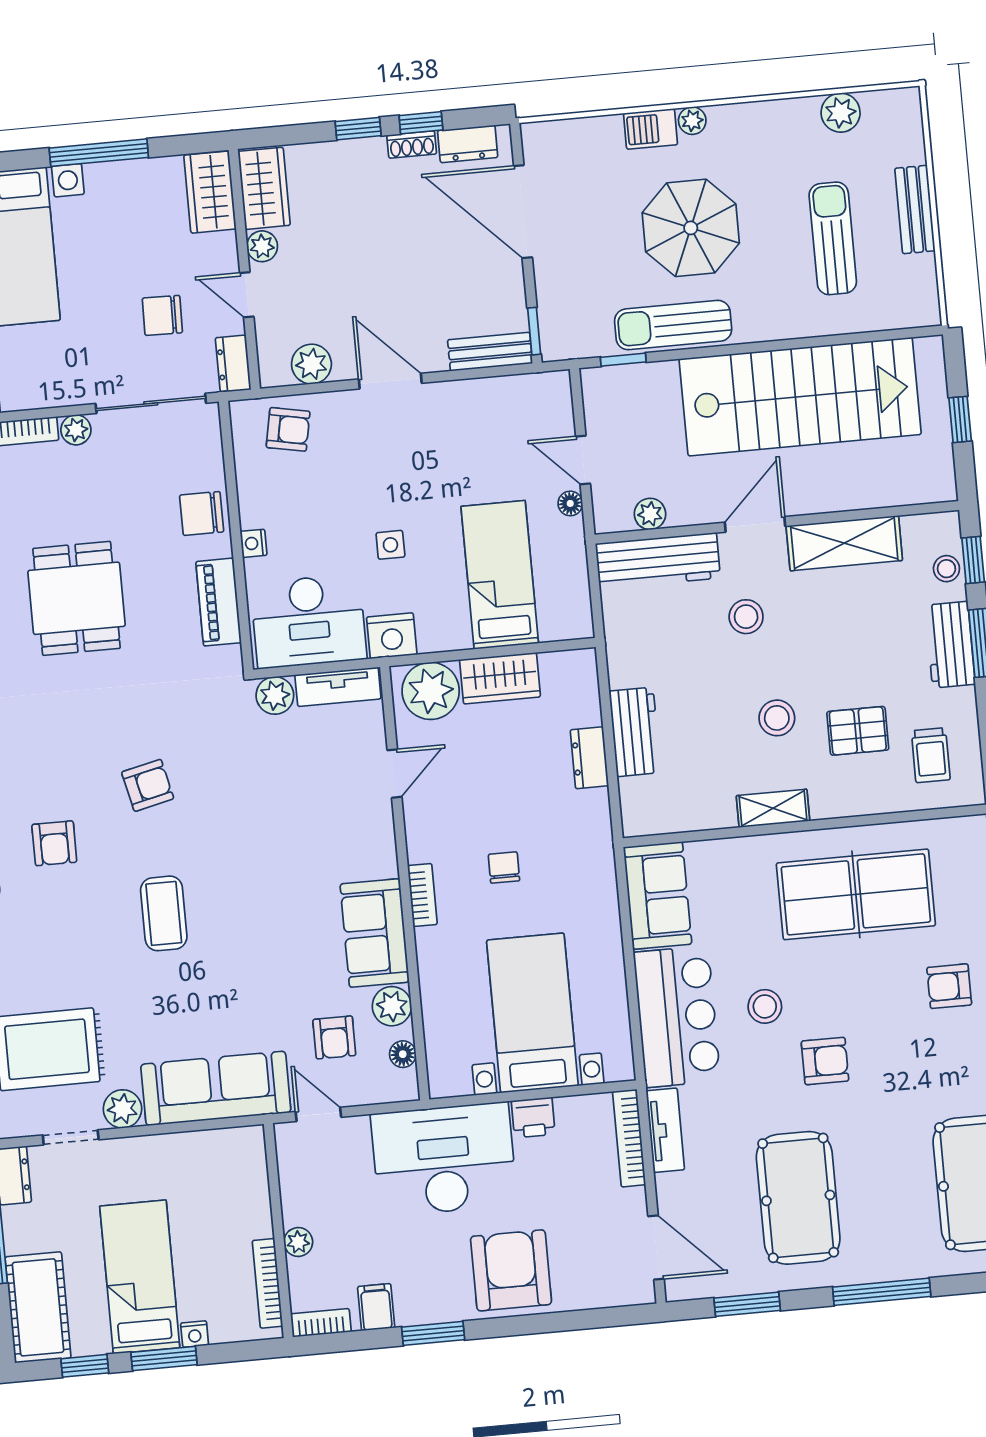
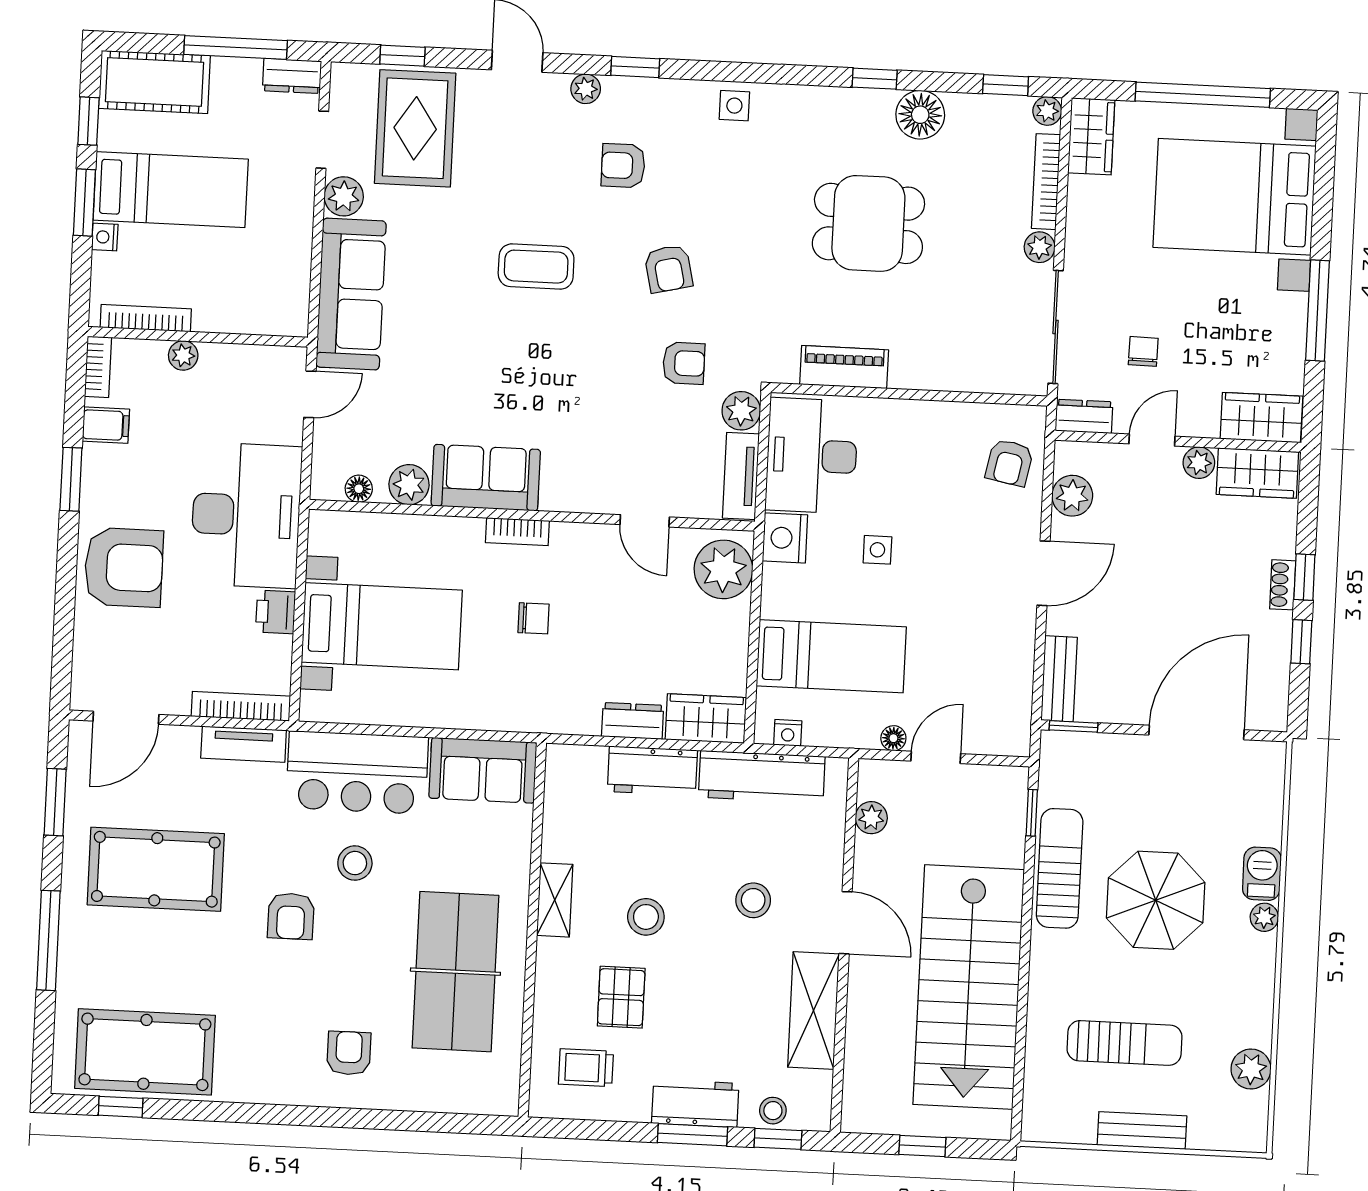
dresser: (468, 144) -> (1273, 686), removed
shoe rack: (412, 145) -> (1283, 585), moved
chair: (162, 315) -> (1143, 351), width x0.73, depth x0.73
chair: (202, 513) -> (937, 363), removed
nightstand: (254, 543) -> (788, 733), moved, turned 180
workbench: (658, 561) -> (762, 777), moved, turned -90
wardrobe: (500, 678) -> (706, 719), moved, turned 90
armchair: (334, 1037) -> (684, 363), moved, turned 180

